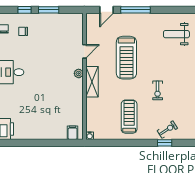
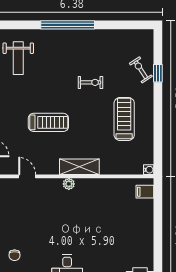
door: (84, 51) -> (27, 176), moved
treadmill: (126, 58) -> (48, 122), width x0.73, depth x0.73
treadmill: (129, 117) -> (124, 119), turned 90

